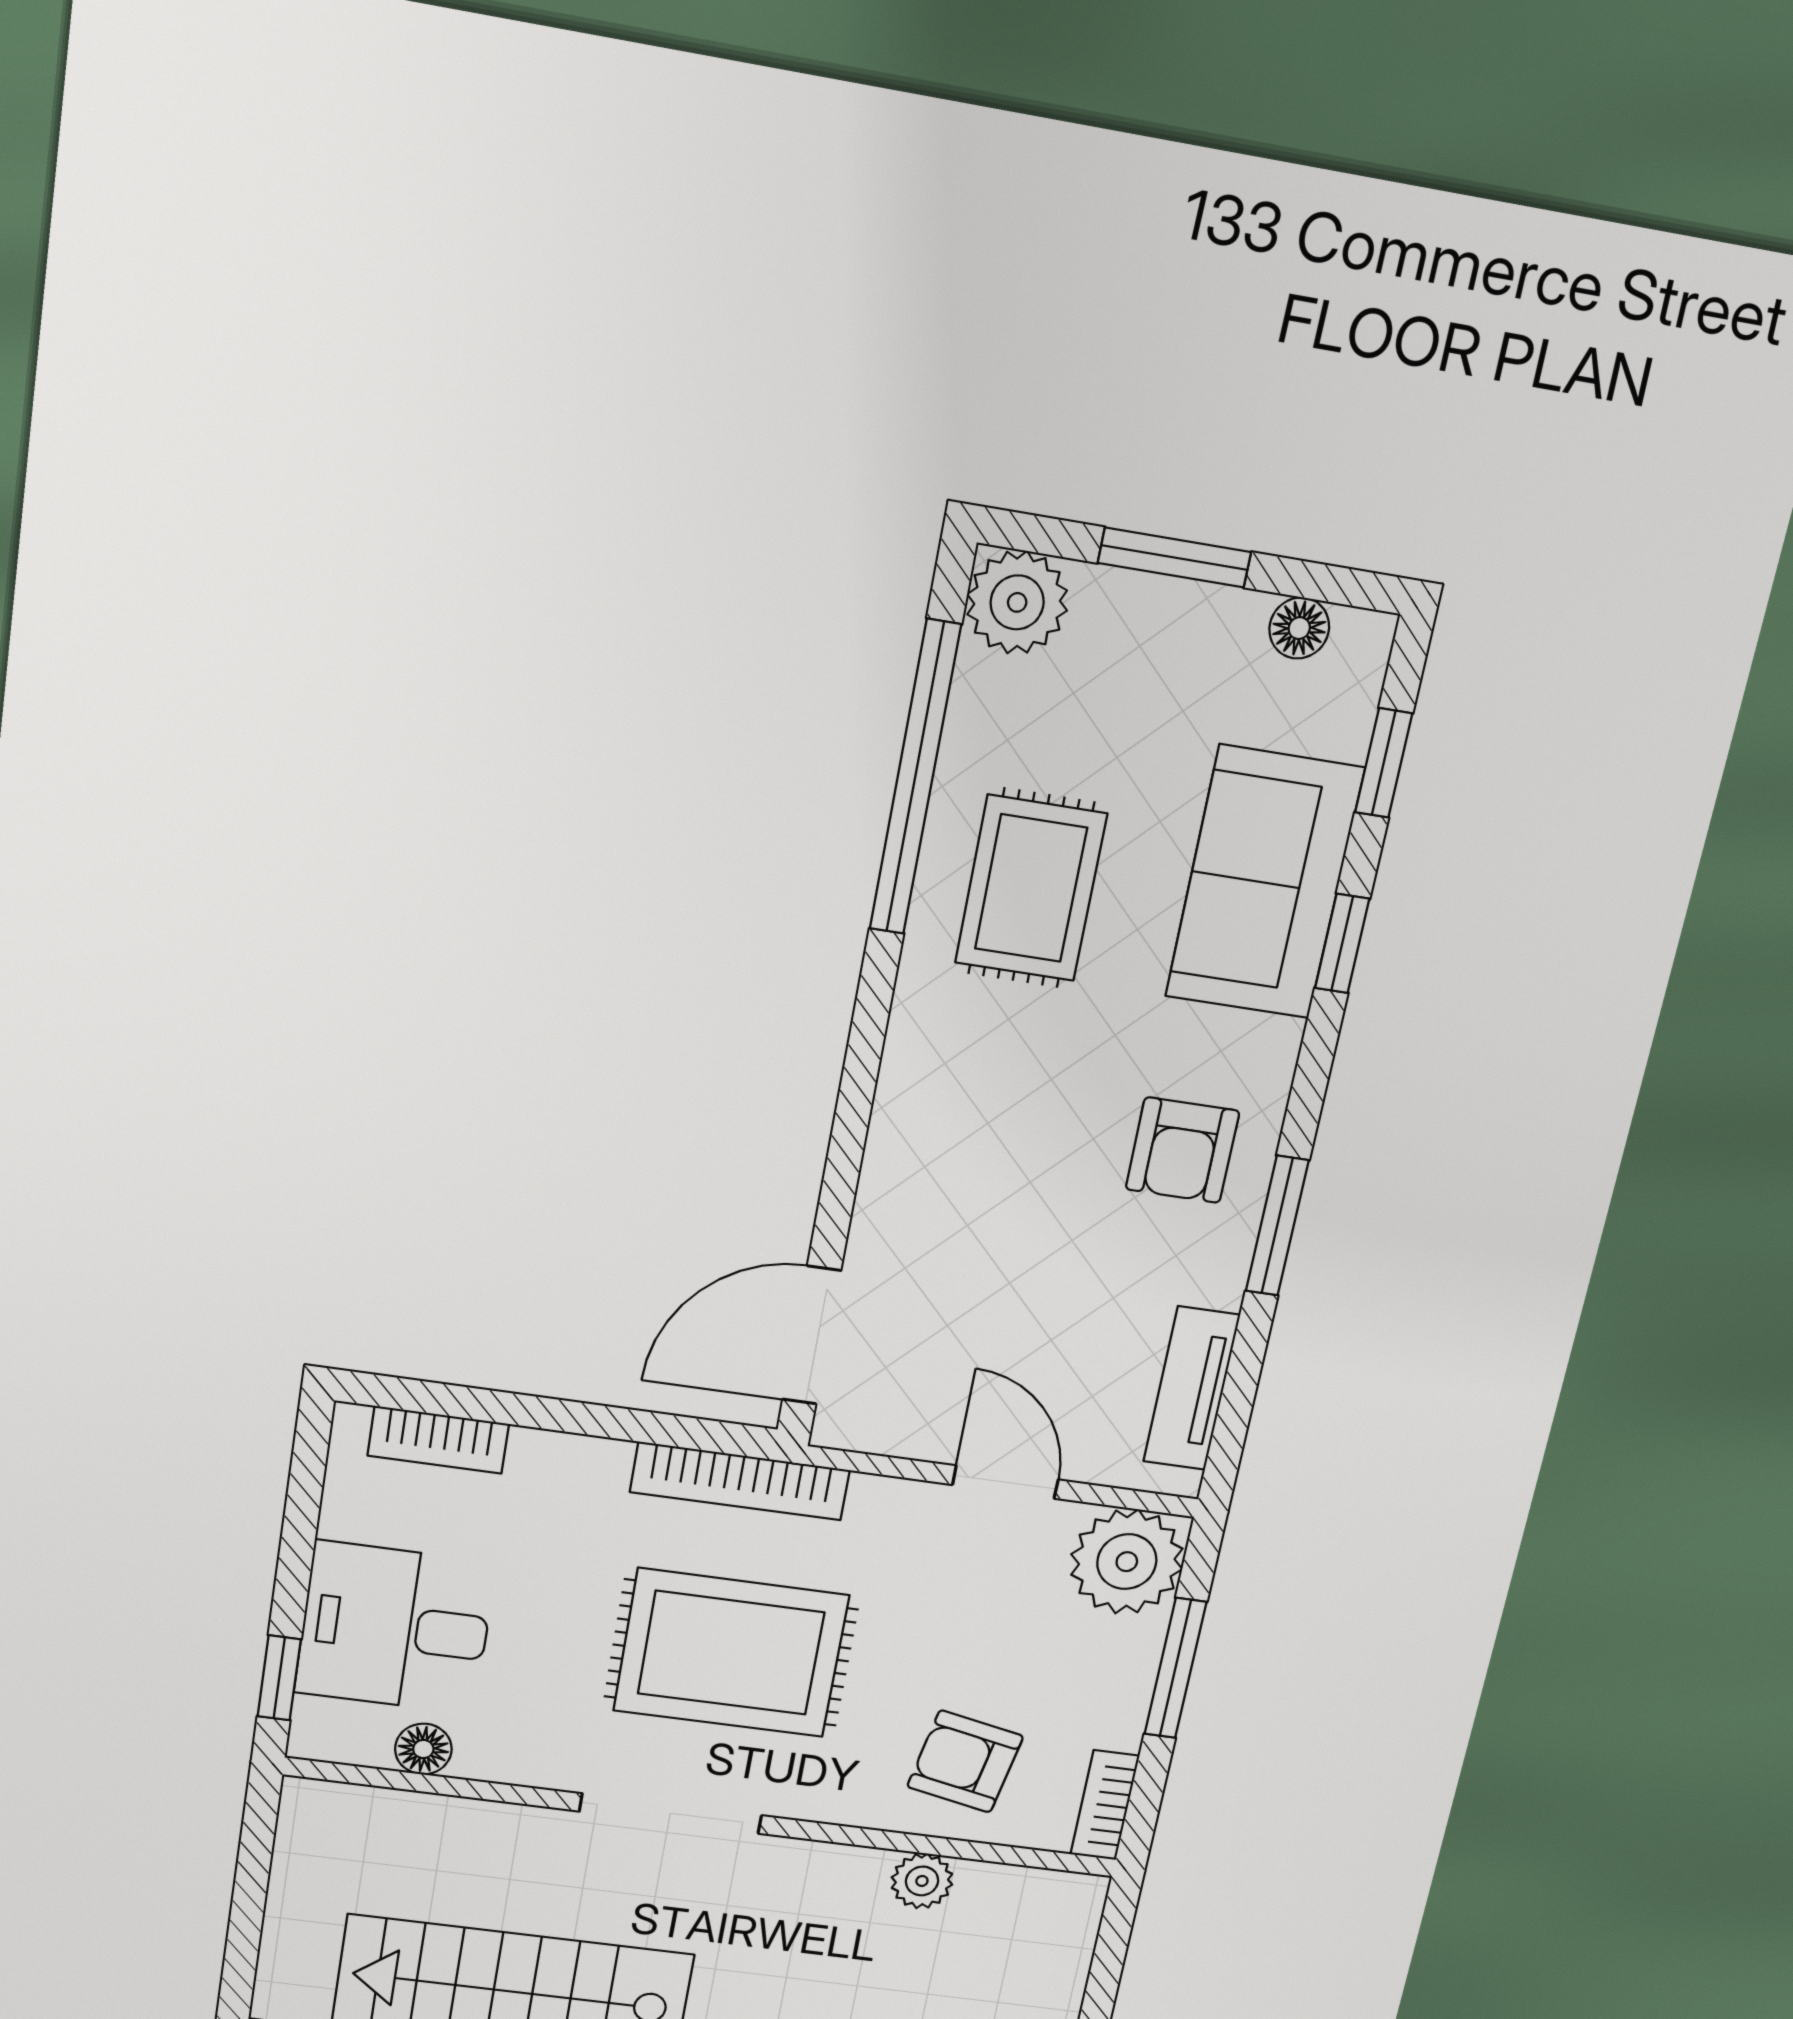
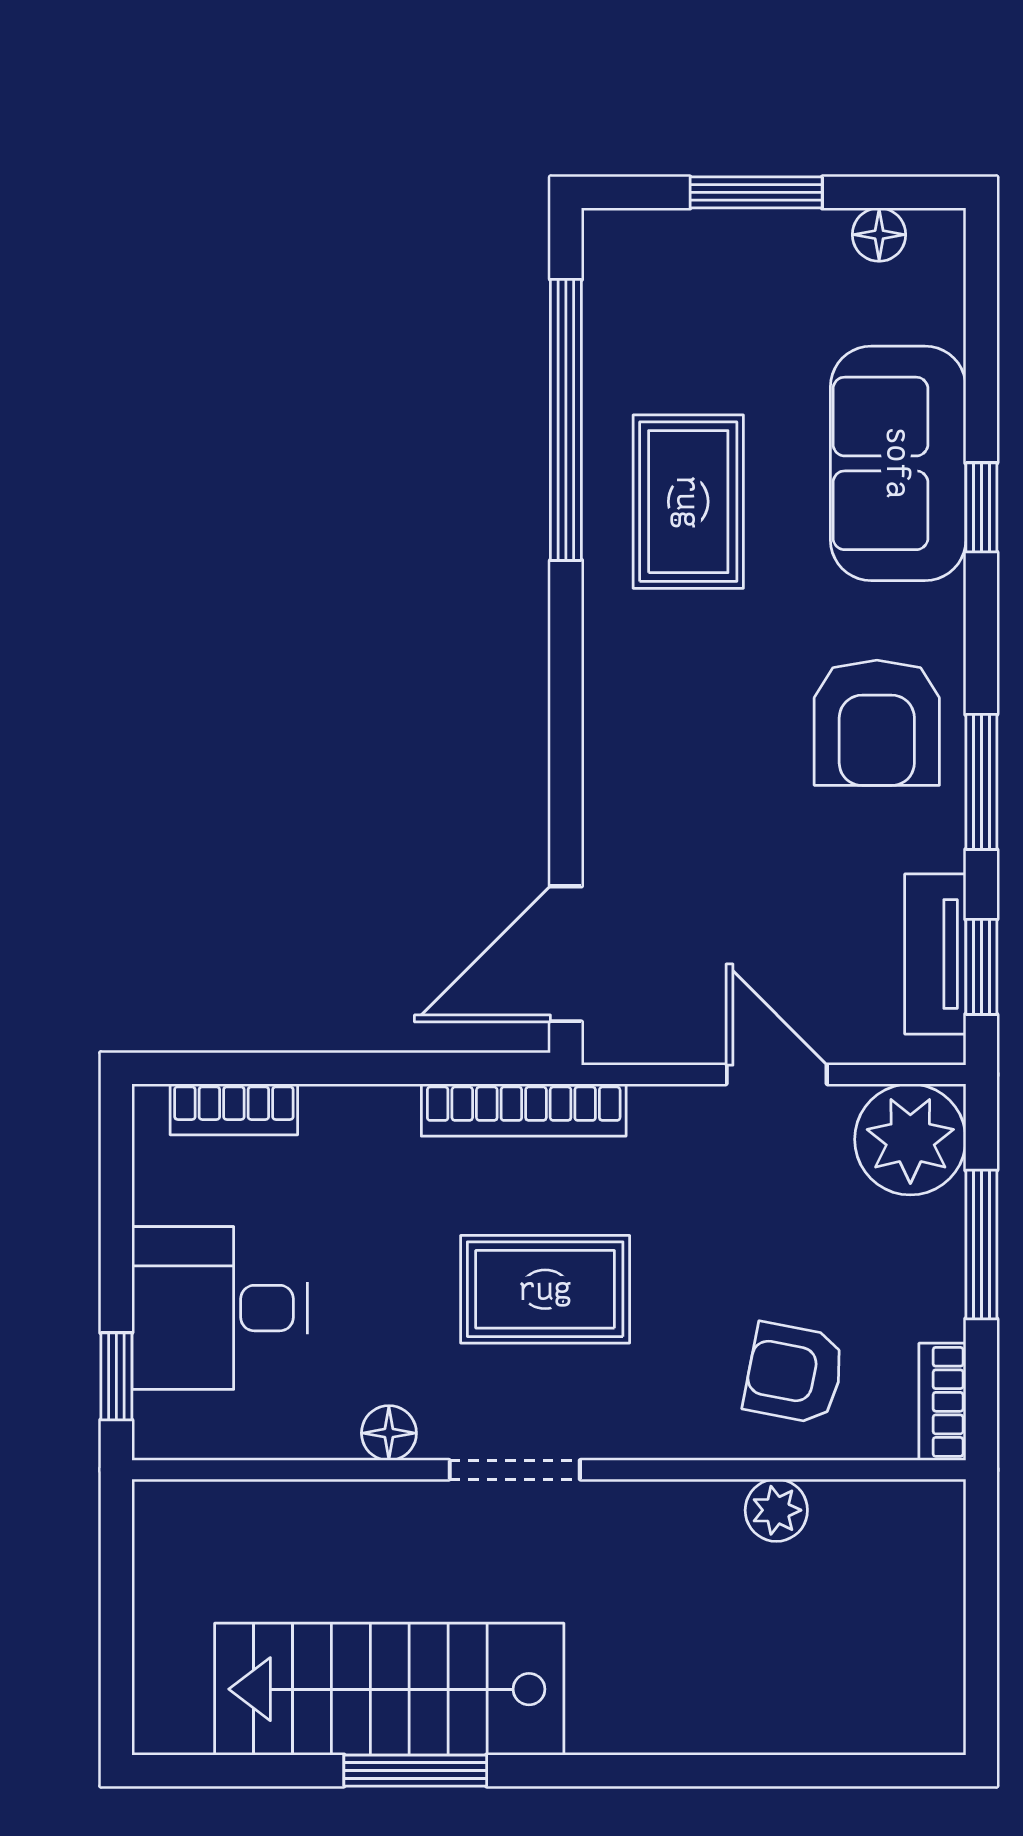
plant: (1017, 602) -> (626, 253), removed
window: (1384, 763) -> (981, 967), moved
armchair: (1182, 1150) -> (877, 723), width x1.38, depth x1.38
rug: (731, 1653) -> (545, 1289), width x0.73, depth x0.70
floor lamp: (423, 1749) -> (389, 1433), moved
doorway: (671, 1813) -> (515, 1470), width x0.73

